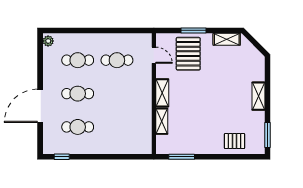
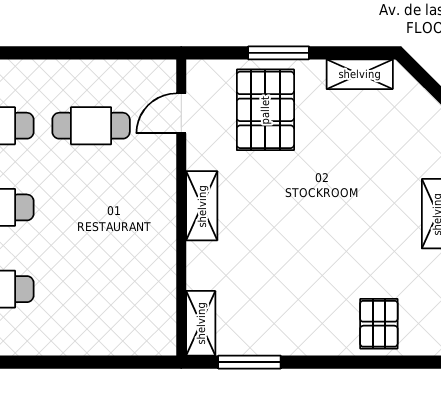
door: (154, 55) -> (181, 113), swing flipped
shelving: (162, 121) -> (201, 323), moved
pallet: (235, 141) -> (379, 324), turned 90

